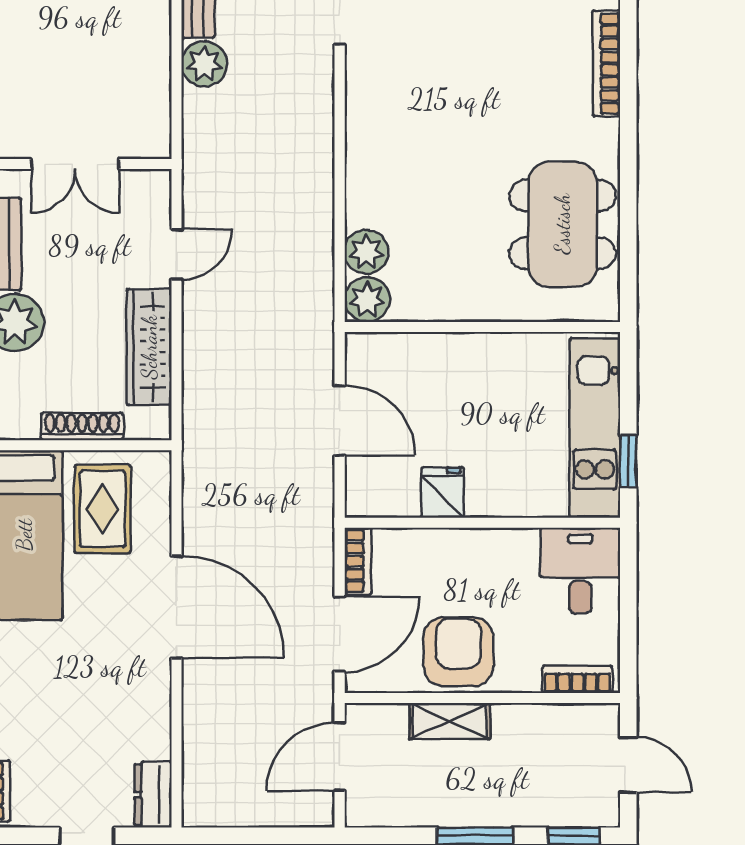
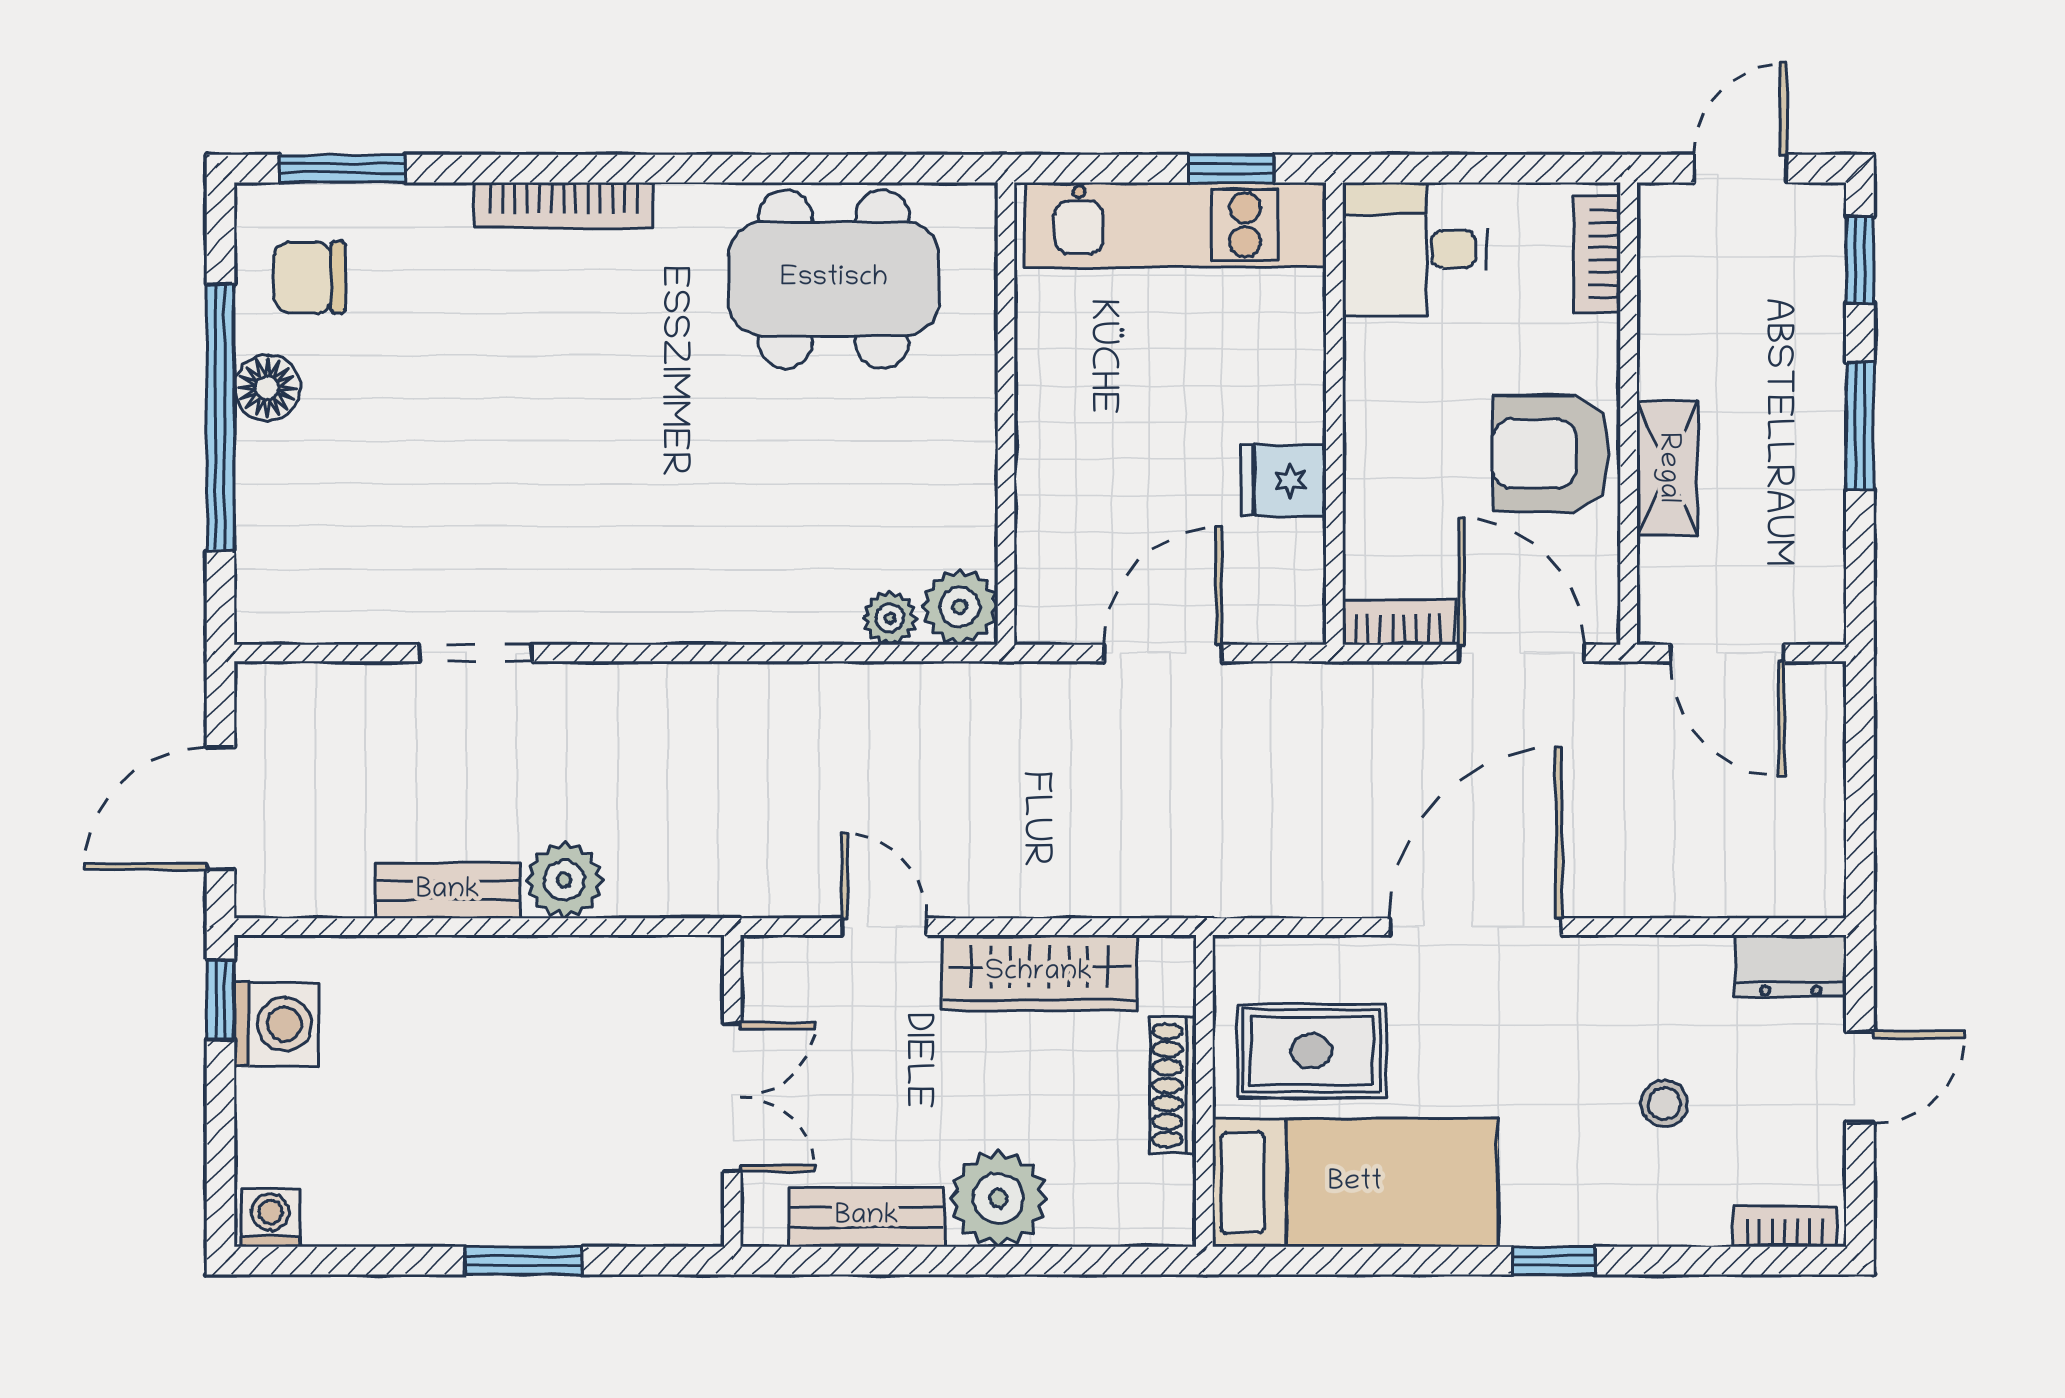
plant: (366, 252) -> (890, 618), width x0.73, depth x0.73
stool: (71, 719) -> (1664, 1104), added

